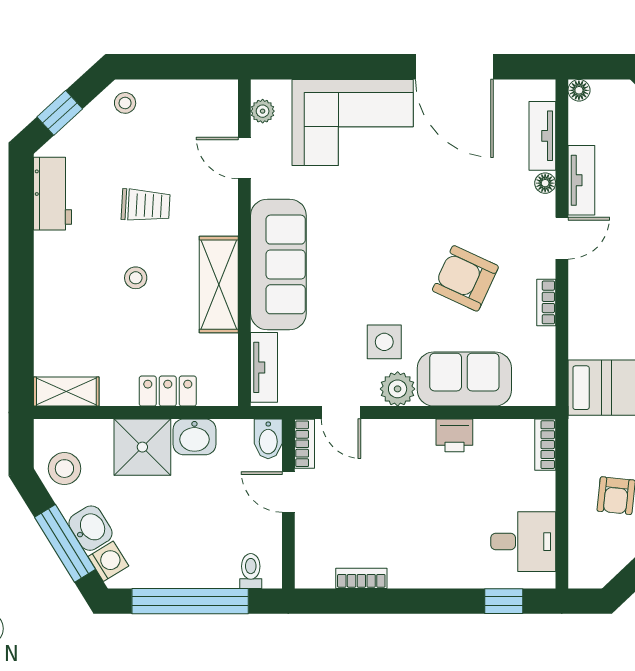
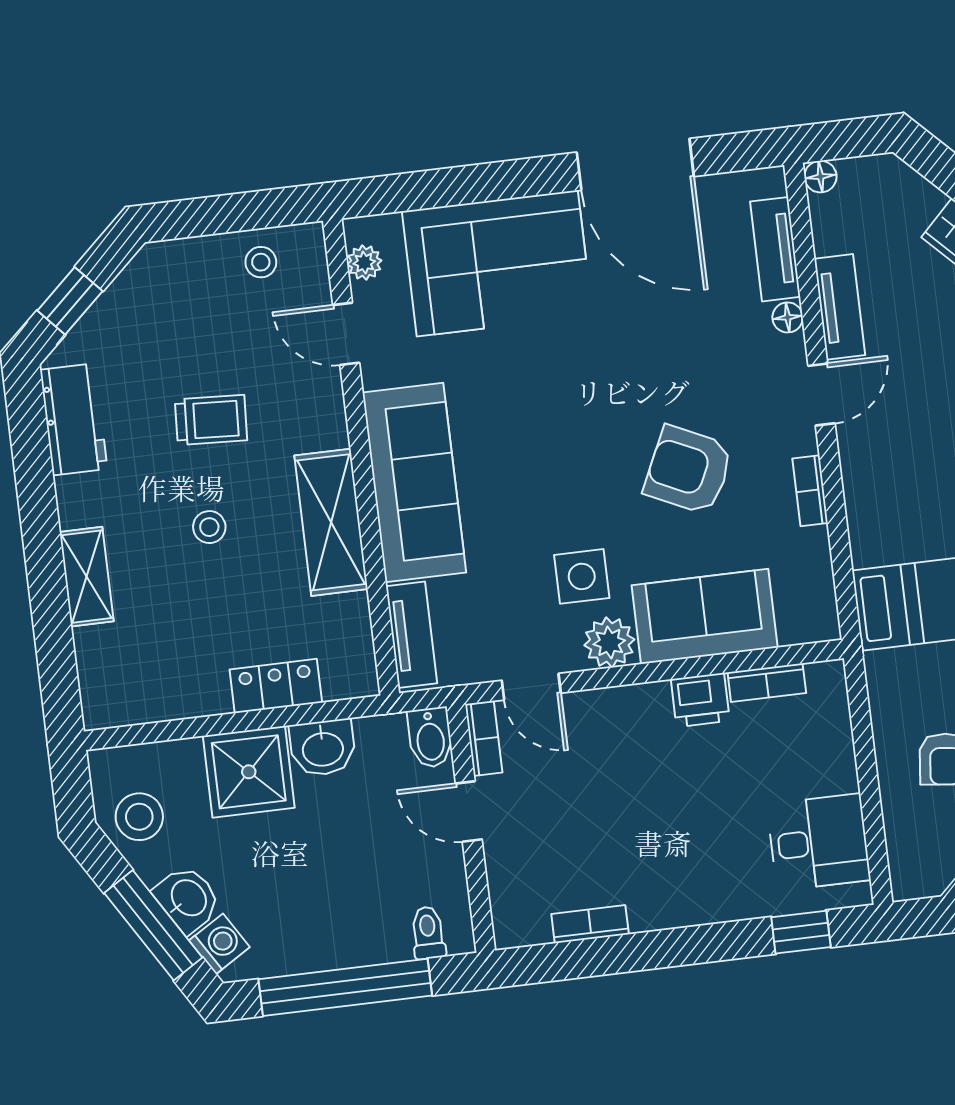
stool: (125, 103) -> (261, 262), moved
shelving: (66, 392) -> (87, 577), moved, turned 90
bookcase: (545, 445) -> (767, 683), moved, turned -90

